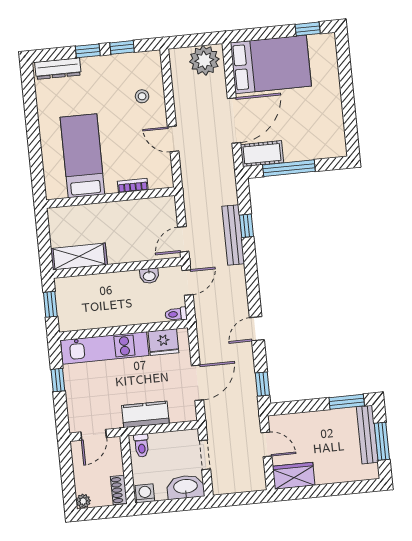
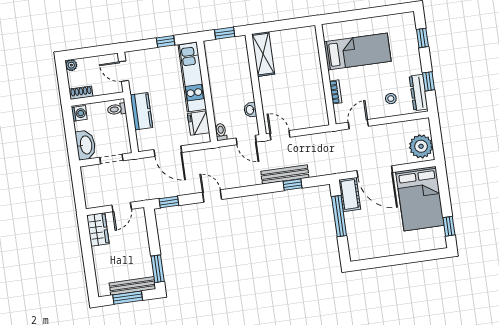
window: (88, 51) -> (422, 38), moved
dresser: (58, 69) -> (418, 92), moved
bed: (82, 156) -> (357, 52), moved
bookcase: (133, 186) -> (336, 92), moved
wall: (110, 198) -> (325, 75), moved

